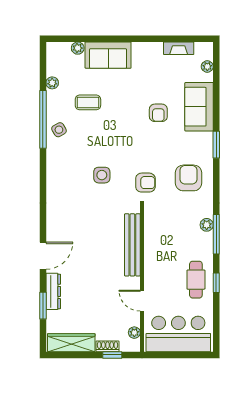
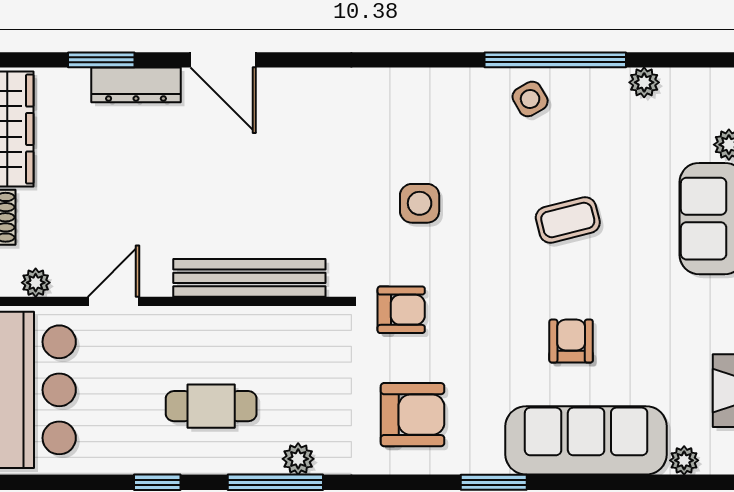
coffee table: (88, 102) -> (568, 220), moved, turned 76
sofa: (199, 107) -> (586, 440), width x1.36
armchair: (158, 113) -> (571, 341), turned 90
armchair: (145, 183) -> (401, 310), turned -90
cafe table: (196, 280) -> (211, 406), moved

